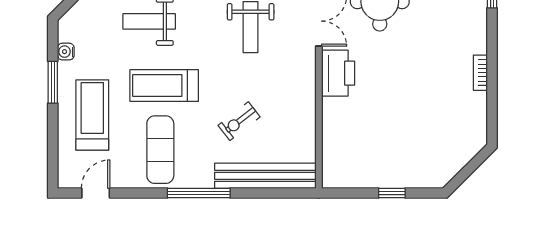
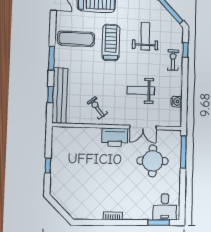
exercise bike: (239, 121) -> (97, 108), moved
window: (199, 193) -> (52, 58), width x0.69
window: (264, 193) -> (50, 95), added

